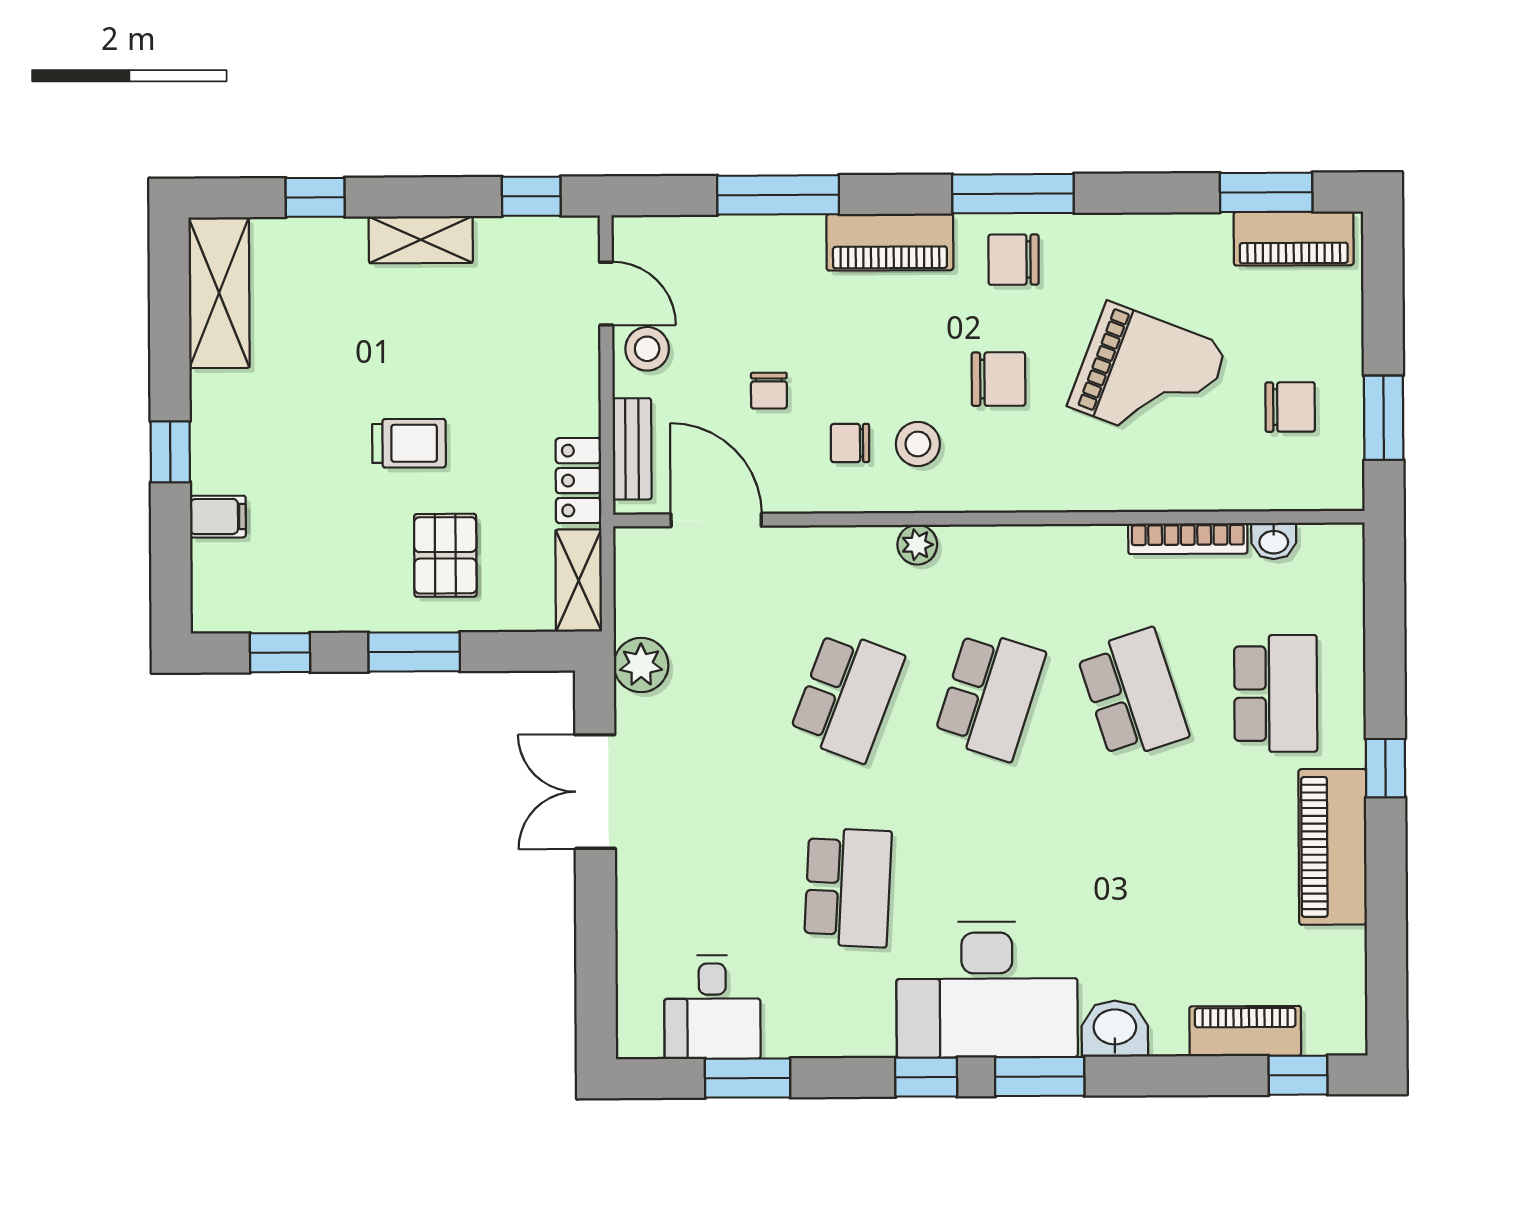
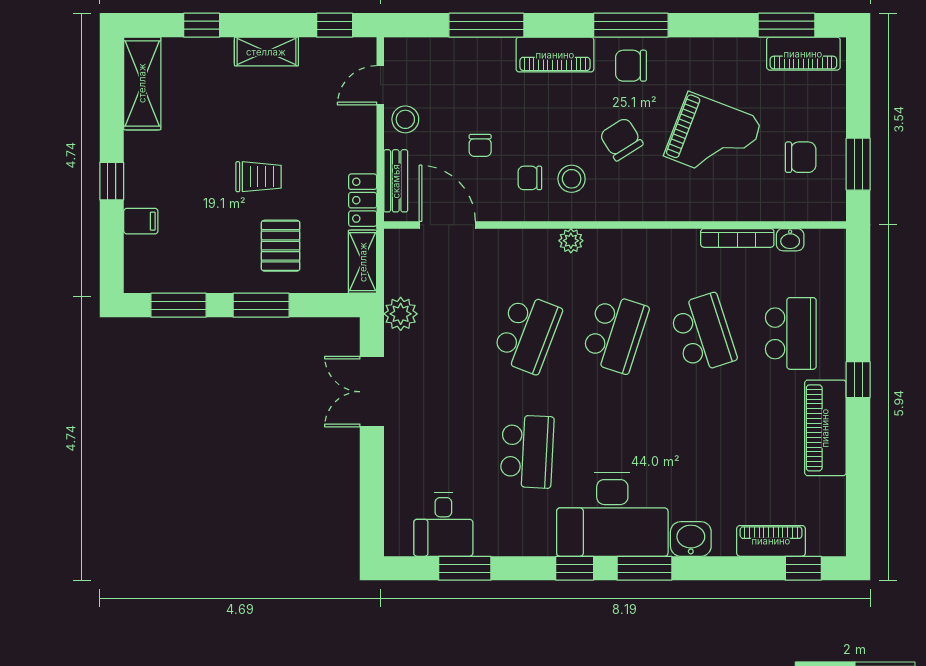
door: (606, 294) -> (380, 85), swing flipped
chair: (998, 379) -> (621, 139), turned -122
window: (280, 653) -> (179, 305), width x1.50

